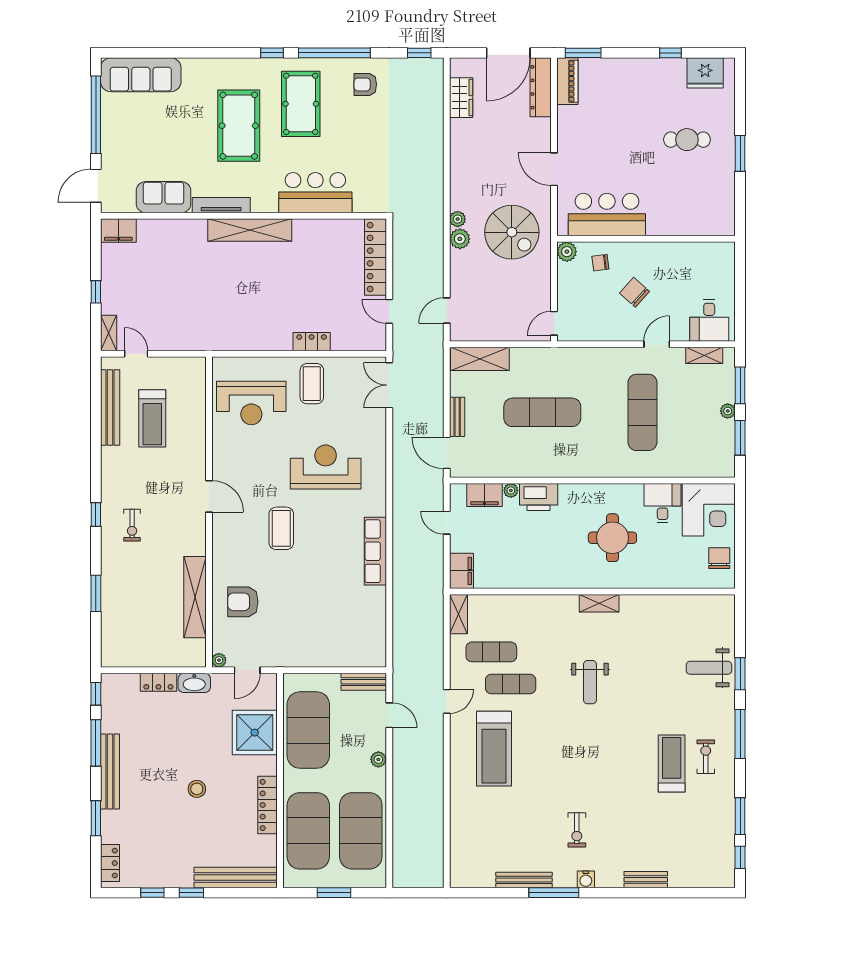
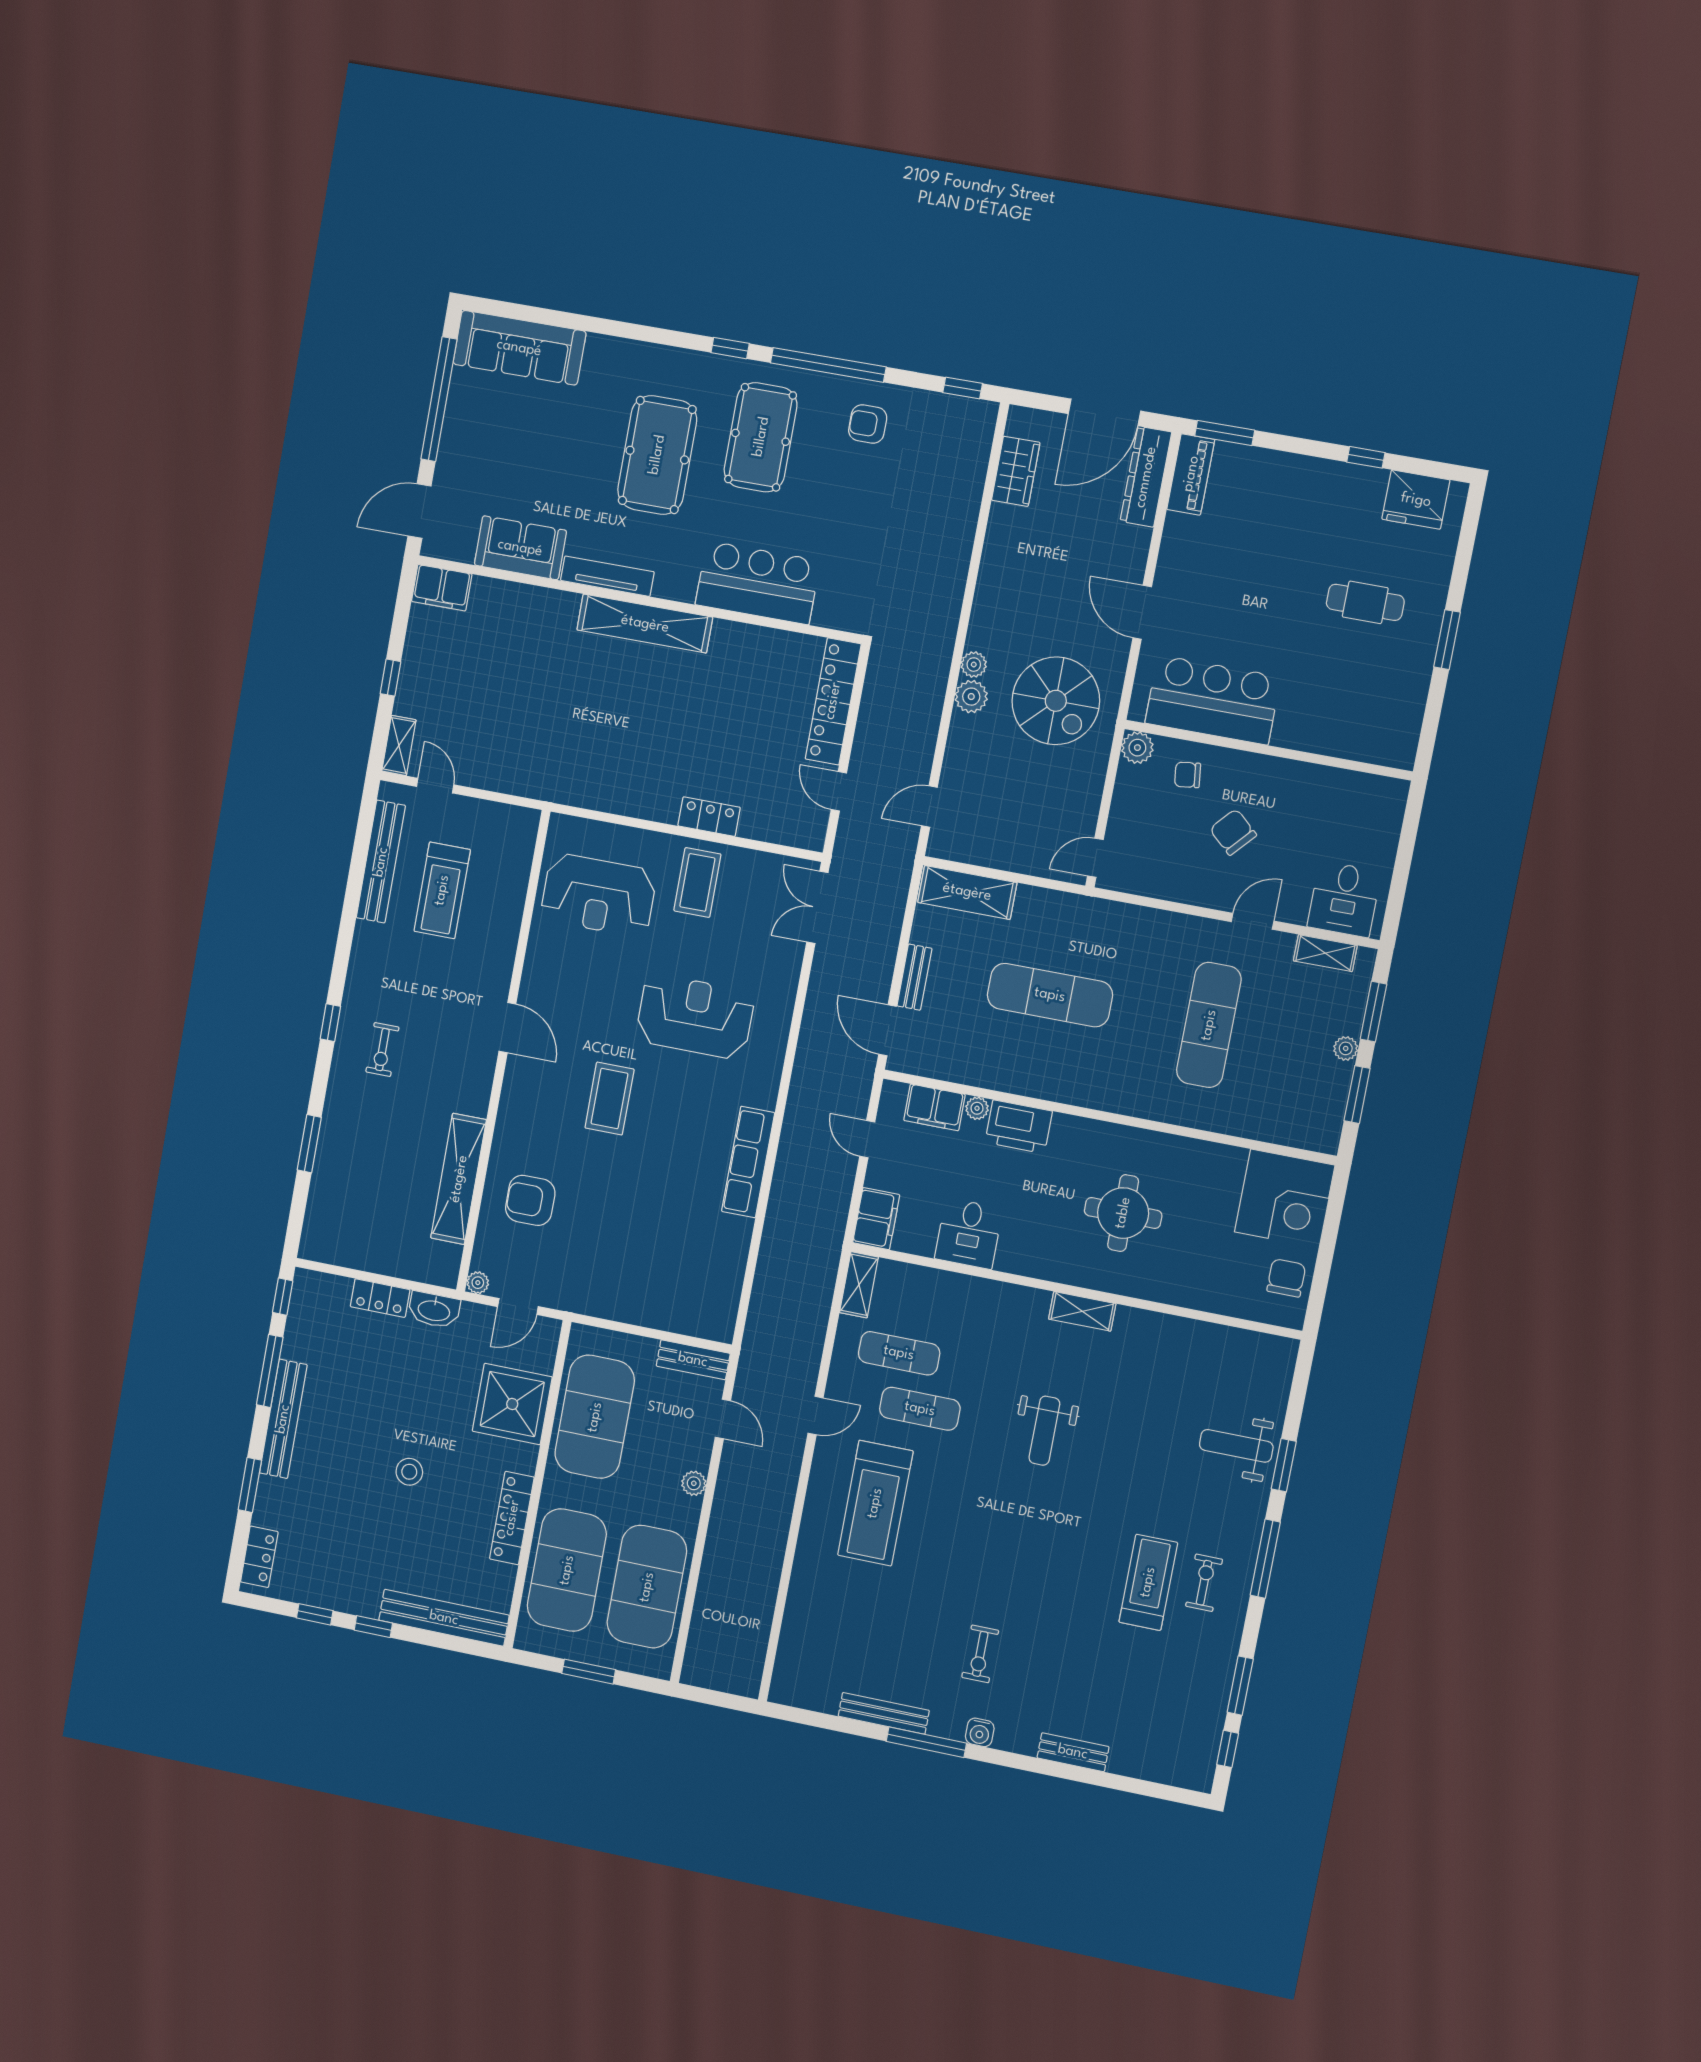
desk: (663, 503) -> (969, 1234), moved, turned 180

